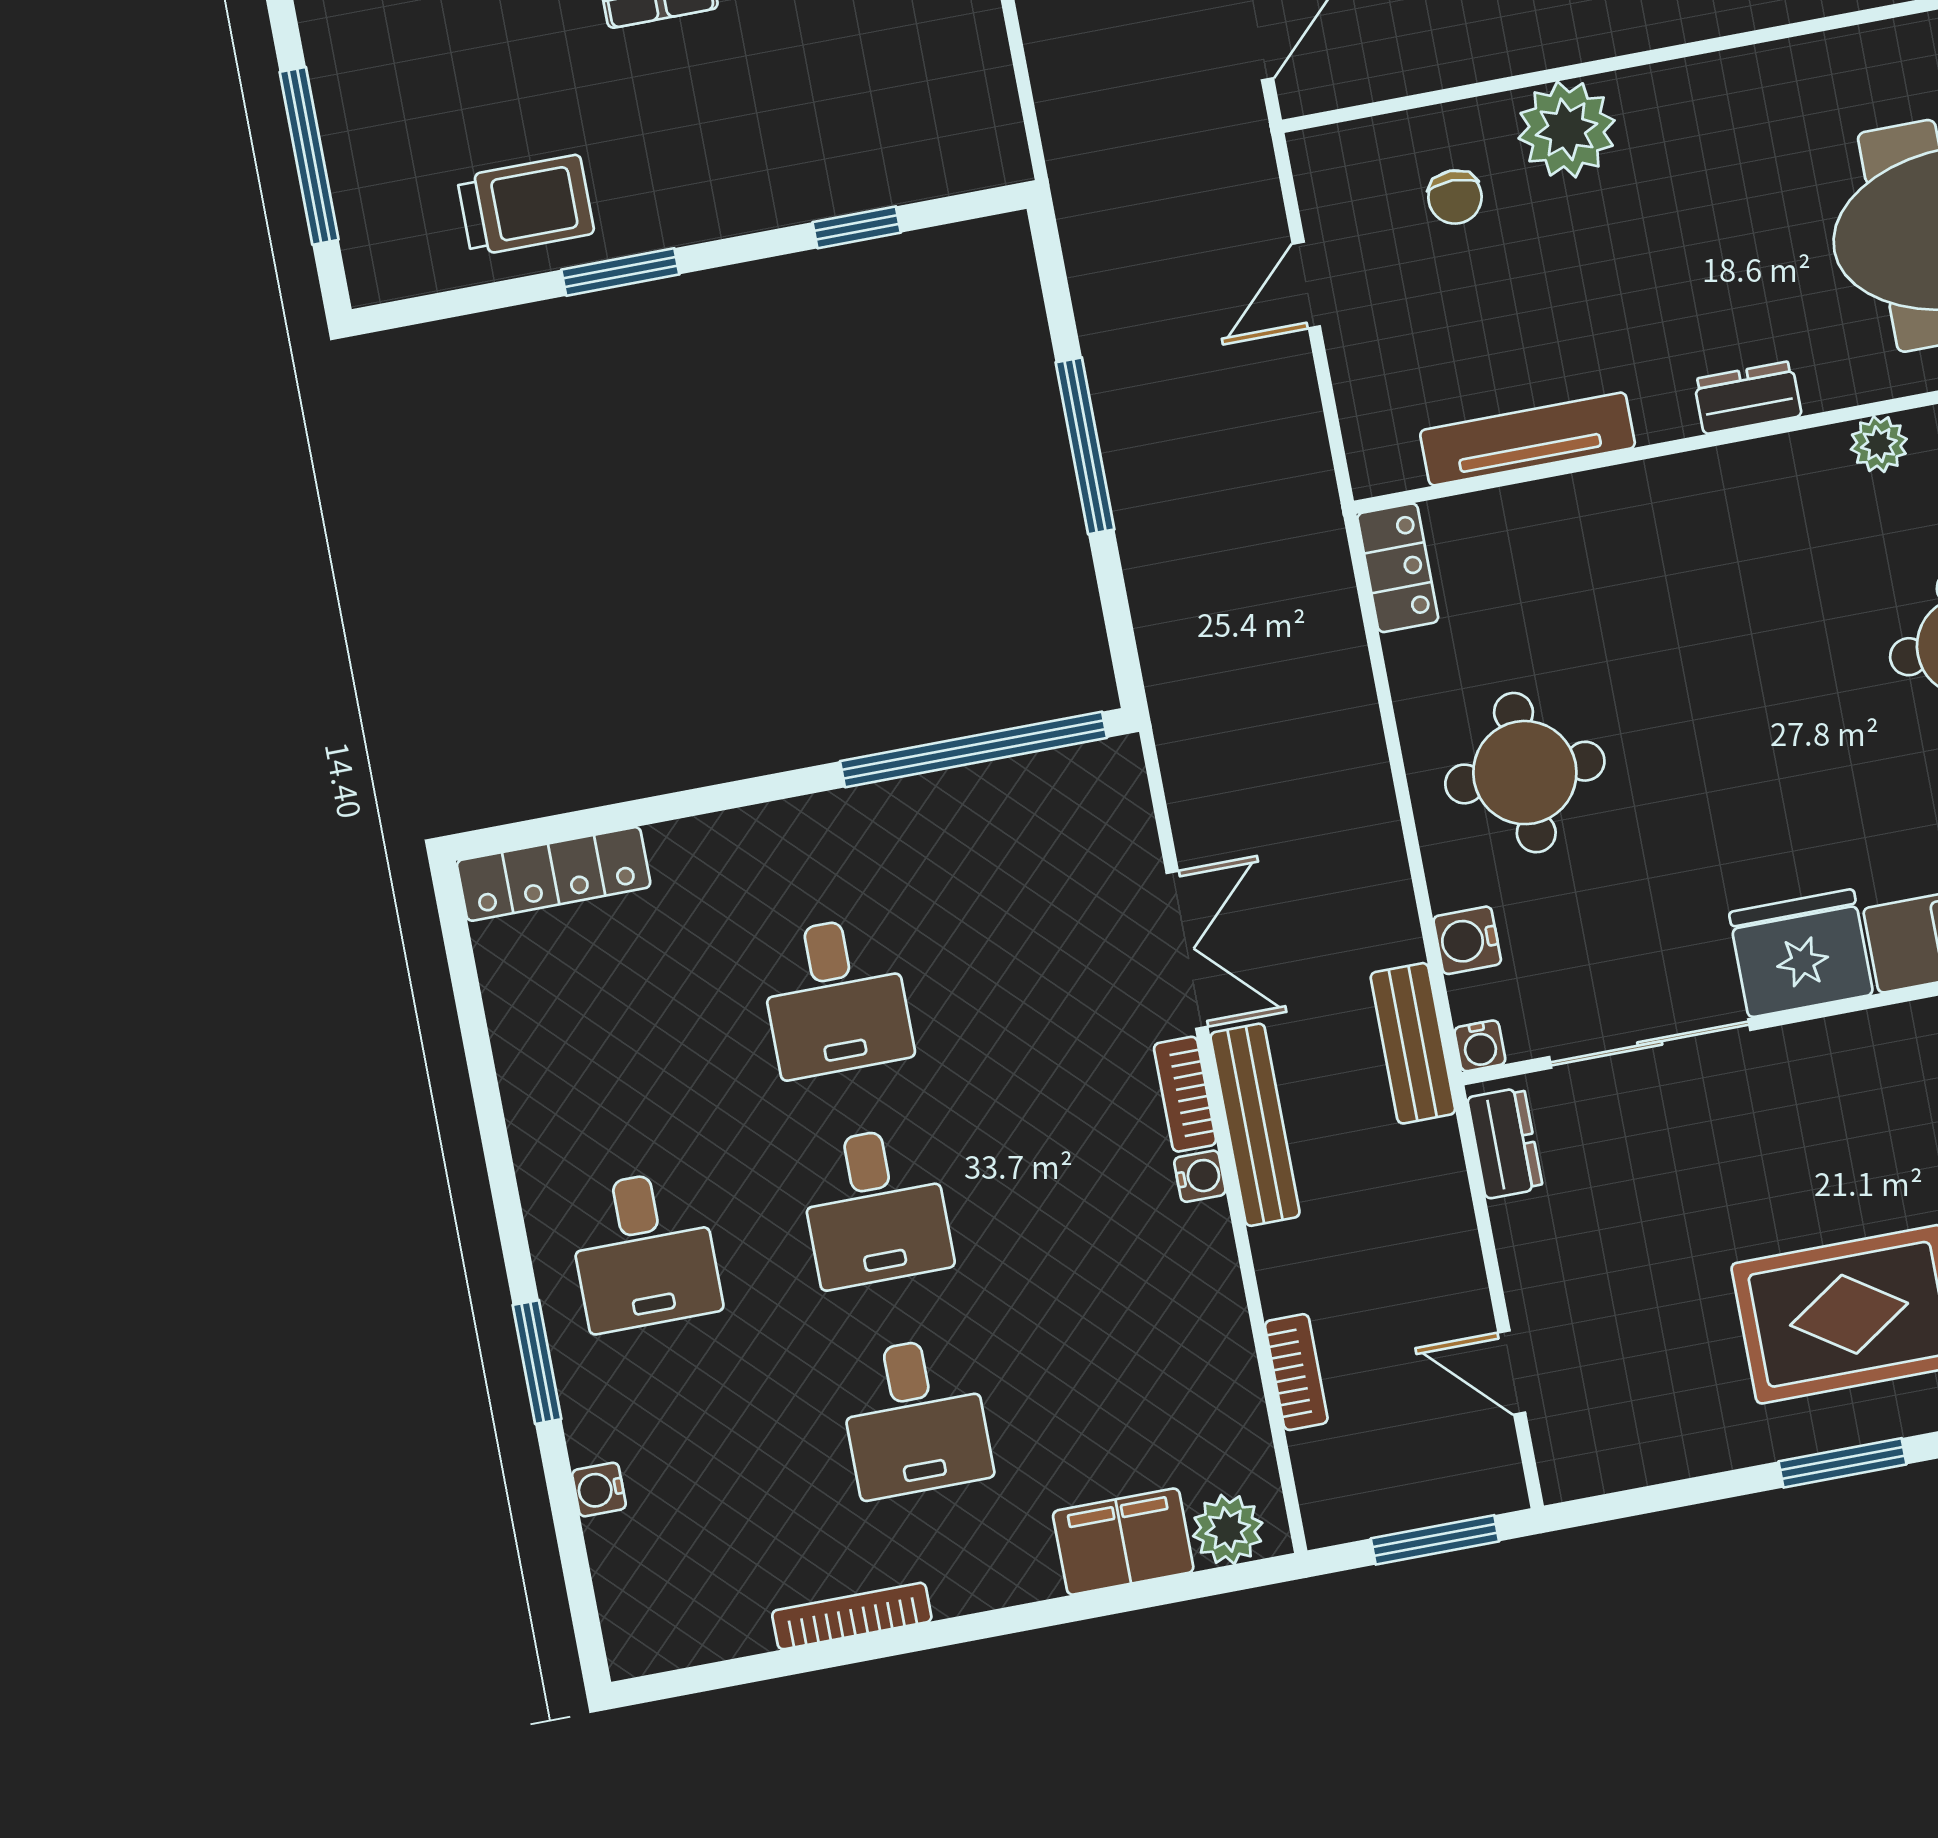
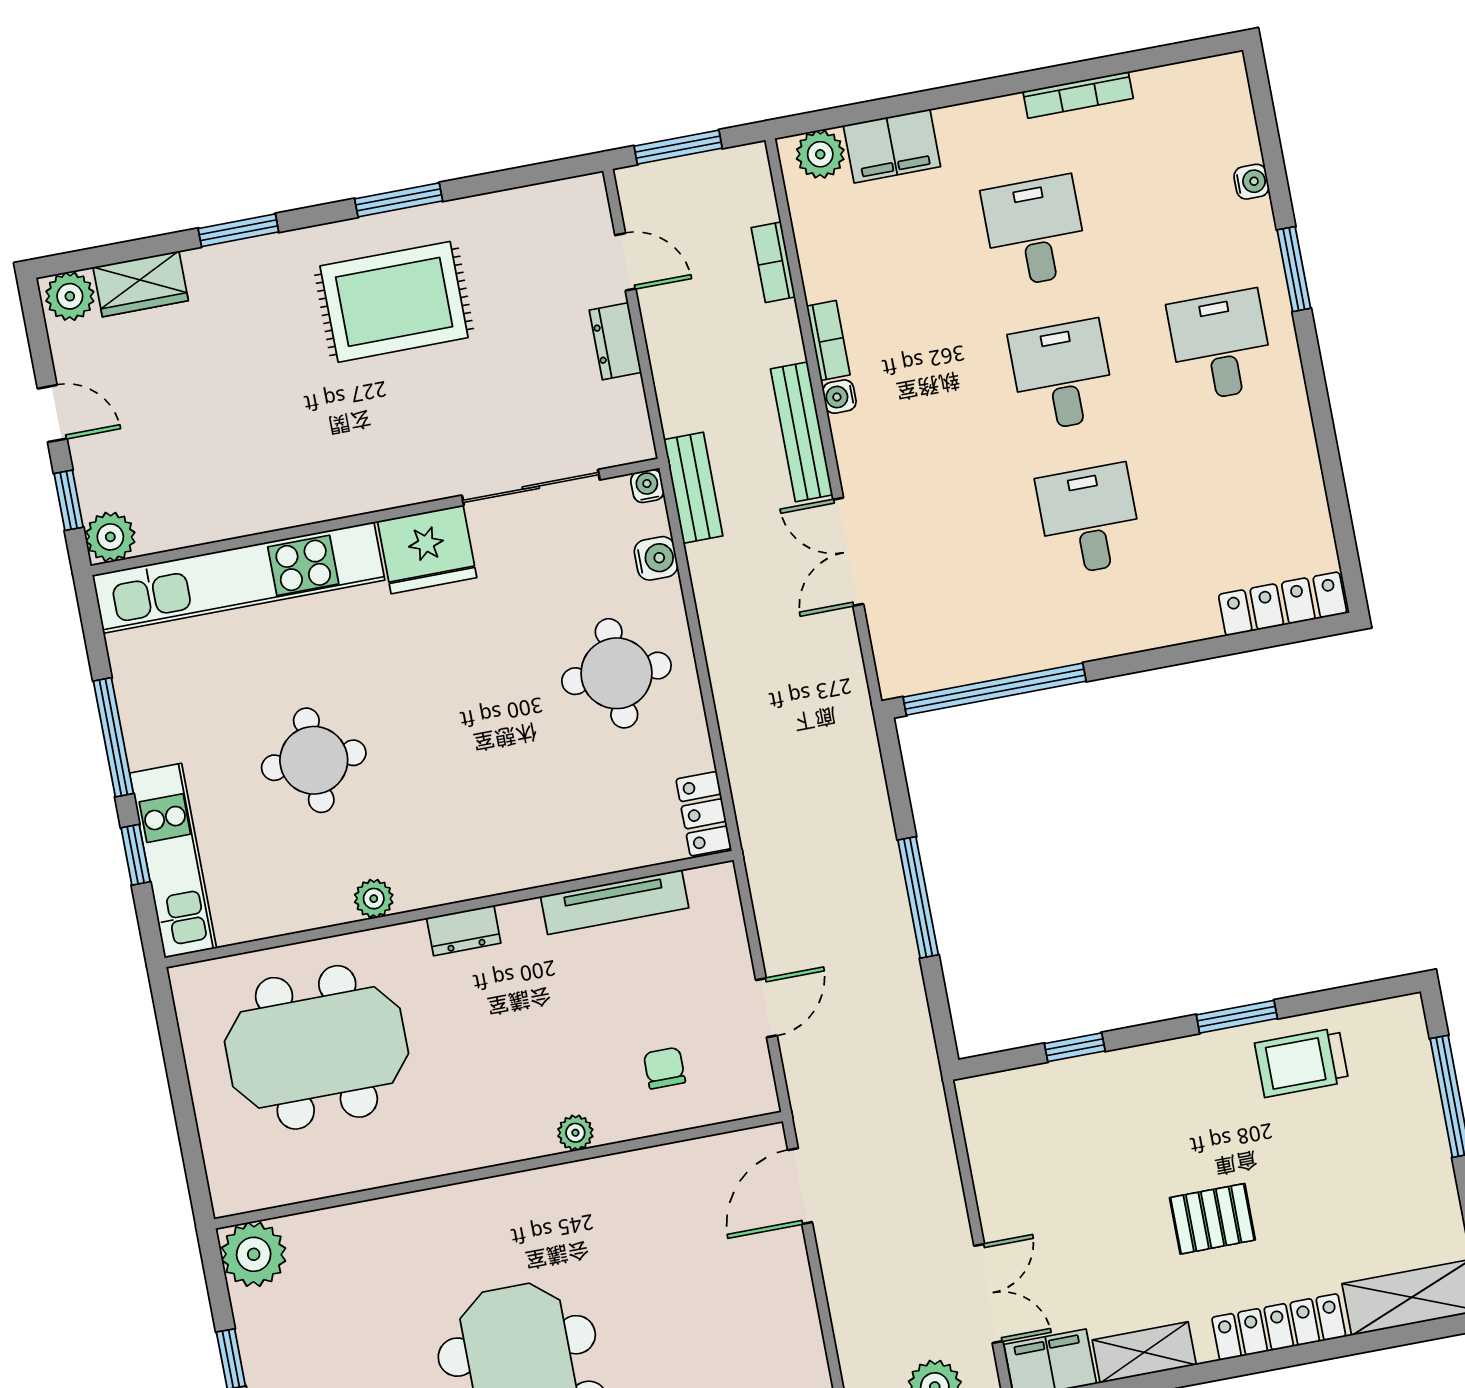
plant: (1567, 129) -> (575, 1133), width x0.53, depth x0.53
bookcase: (1185, 1094) -> (828, 340), moved
dresser: (1505, 1143) -> (615, 341), moved

